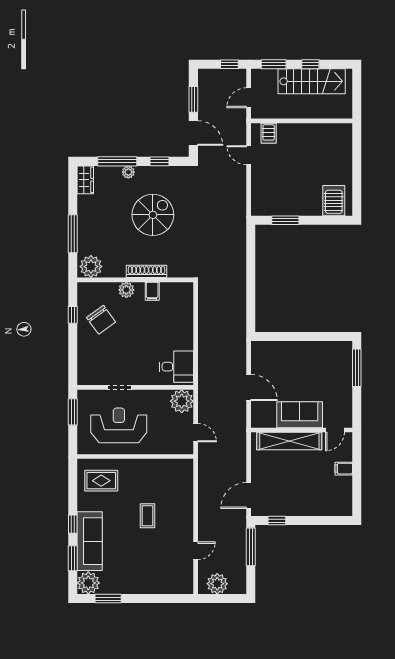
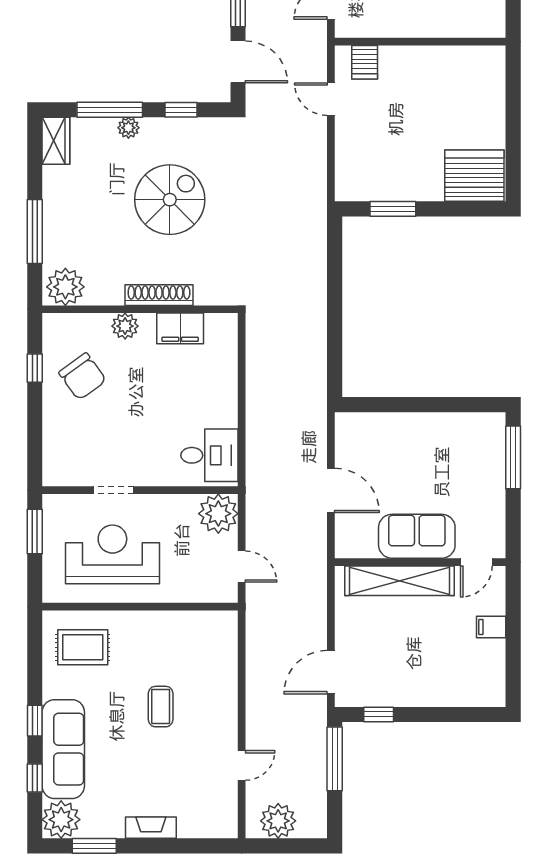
server rack: (334, 201) -> (474, 176), width x1.60
filing cabinet: (152, 291) -> (180, 328), width x2.00
window: (73, 558) -> (35, 778), width x0.67
fireplace: (142, 588) -> (151, 828), added

